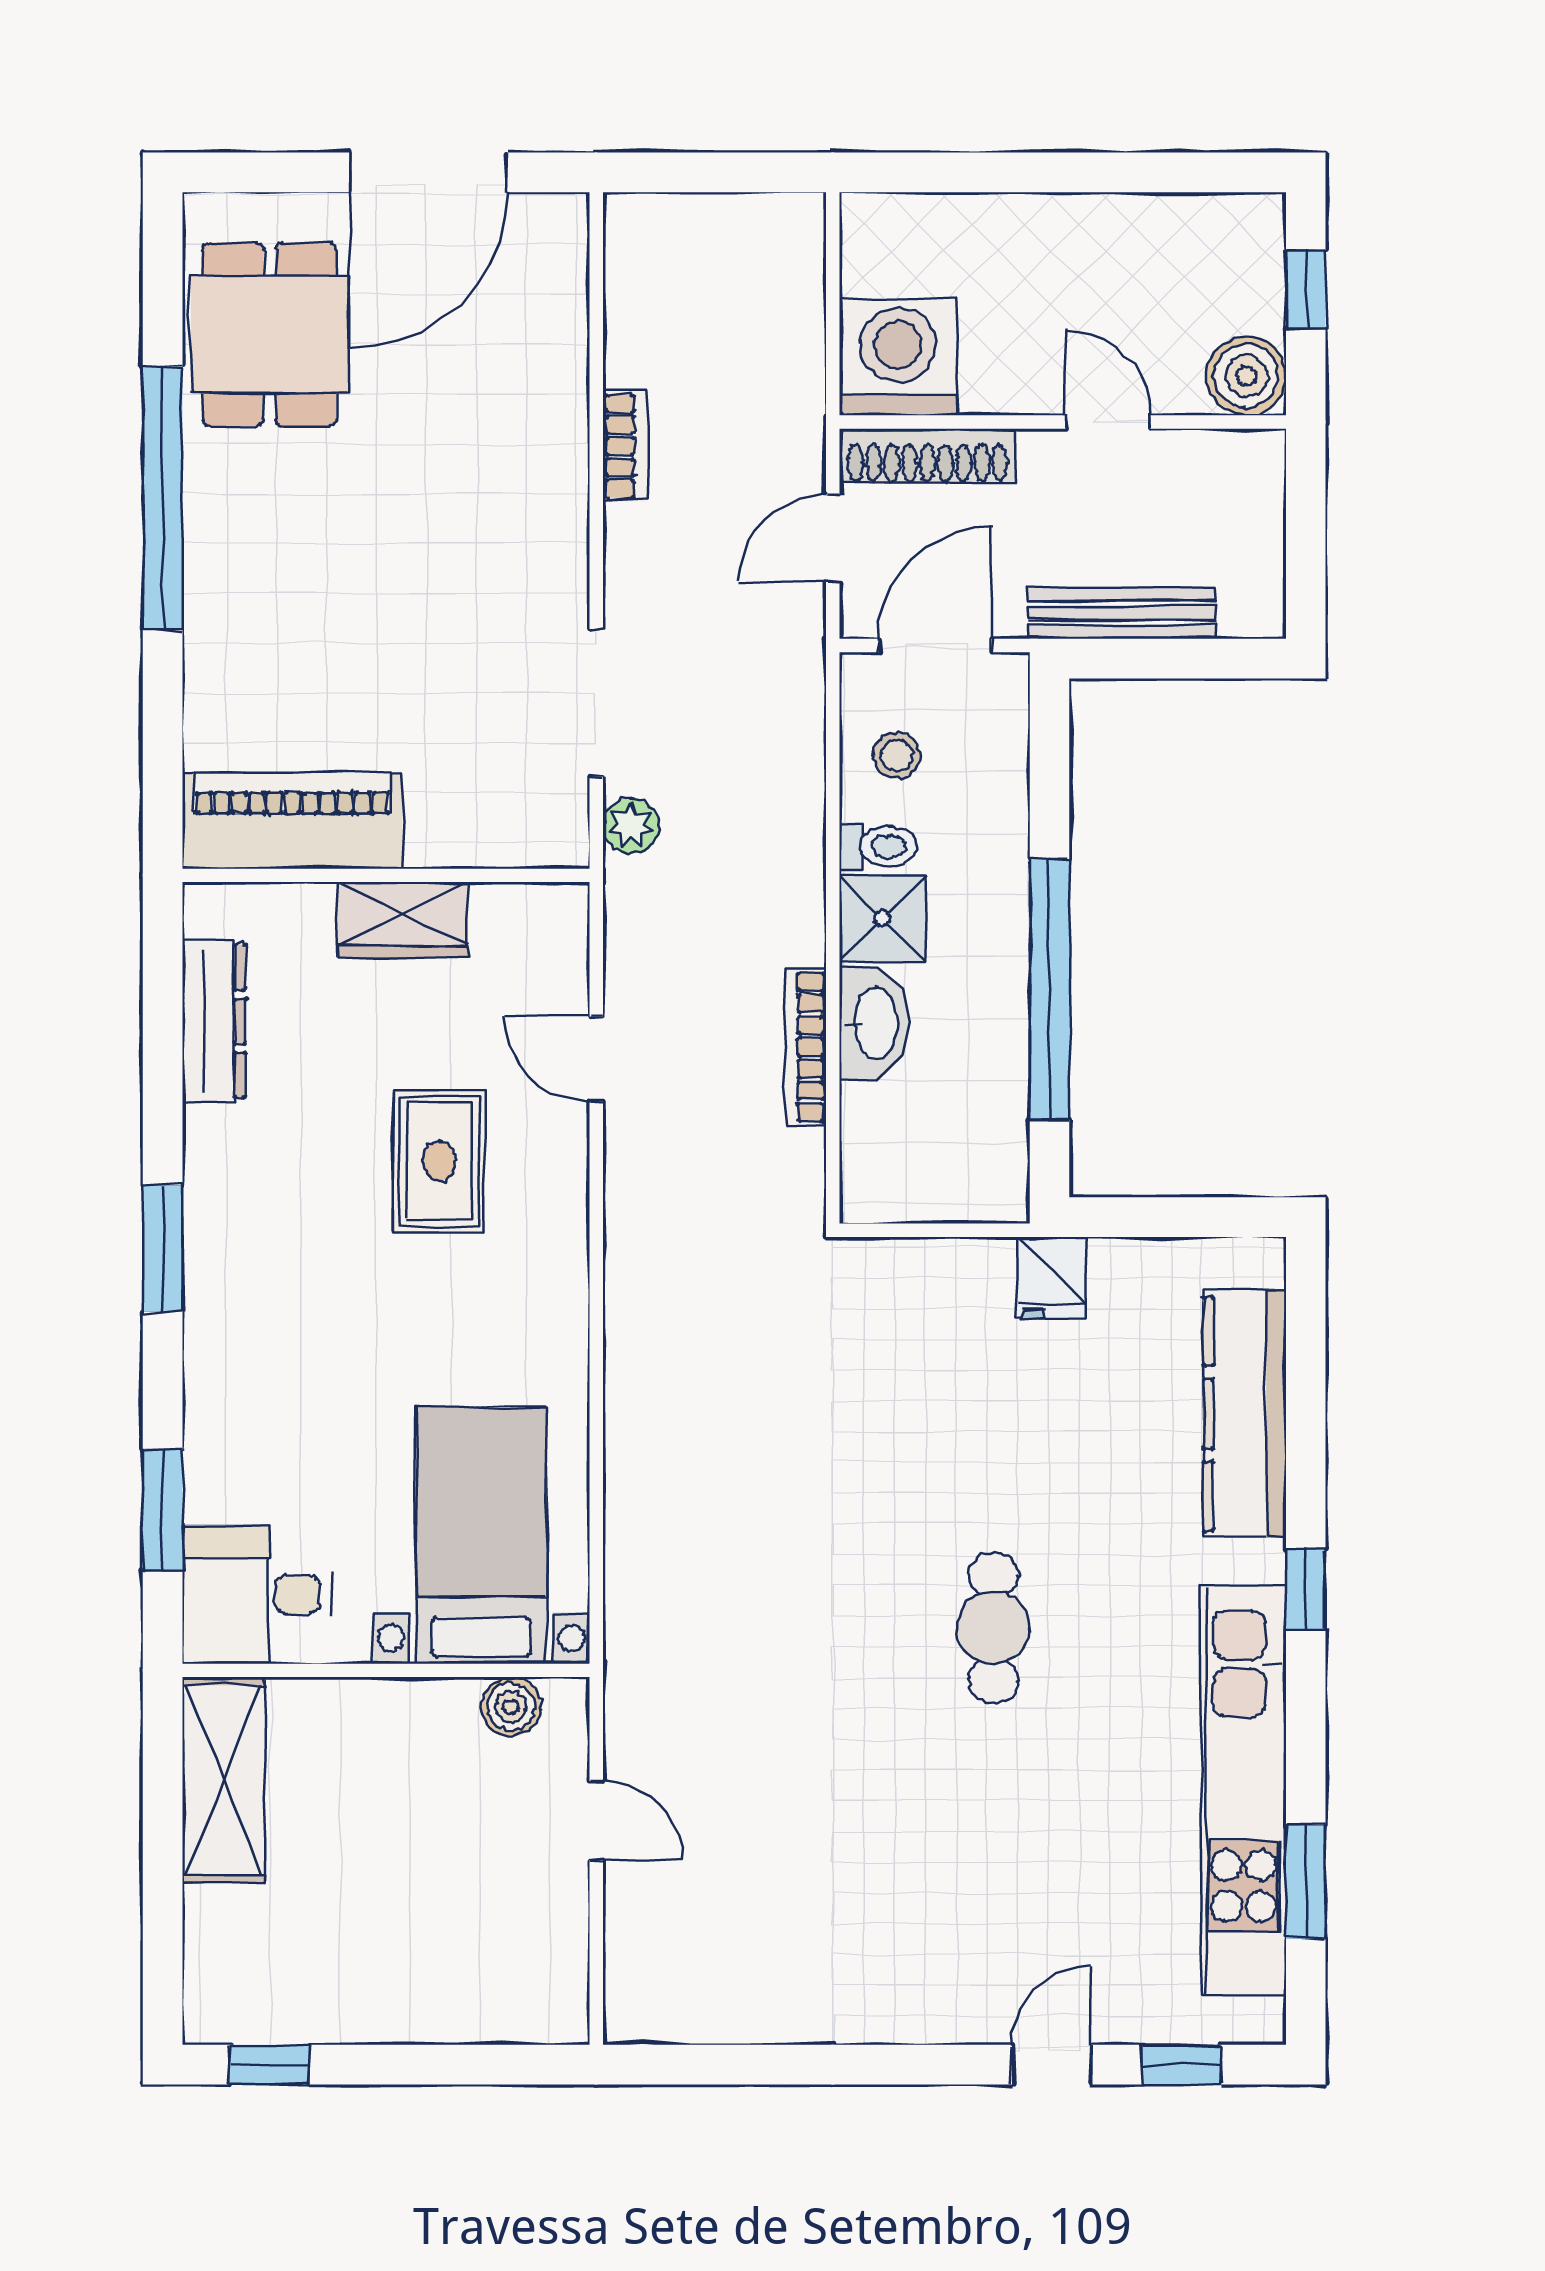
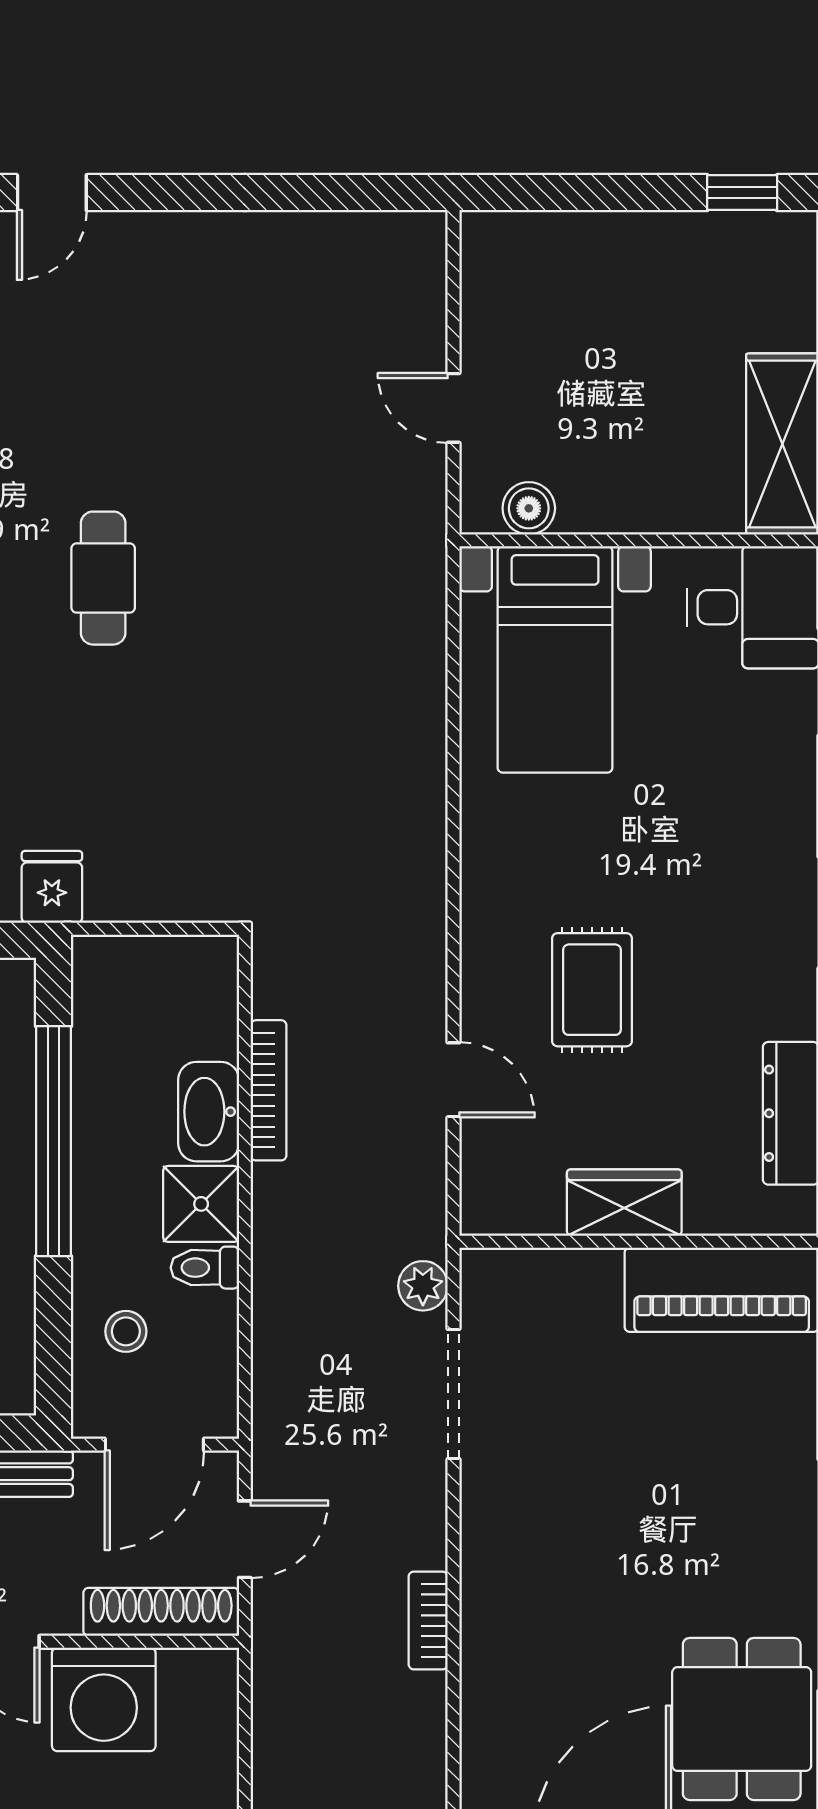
washing machine: (898, 357) -> (104, 1699), moved
stool: (897, 755) -> (126, 1331), moved

